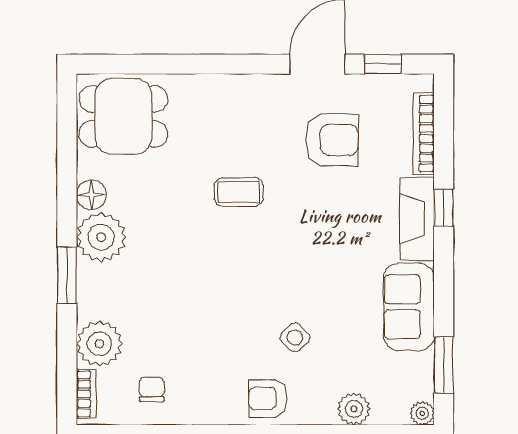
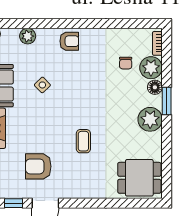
coffee table: (239, 192) -> (83, 141), turned 90
floor lamp: (91, 195) -> (155, 87), moved
side table: (295, 337) -> (42, 85), moved
chair: (152, 389) -> (126, 63), moved

